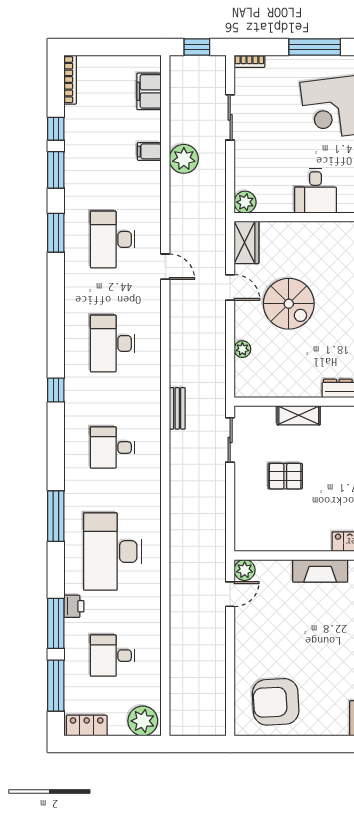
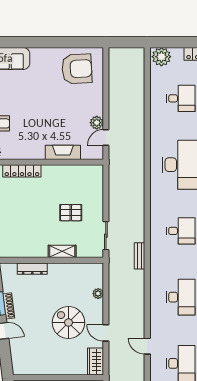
plant: (245, 570) -> (97, 123), moved
fireplace: (320, 571) -> (63, 152), moved

